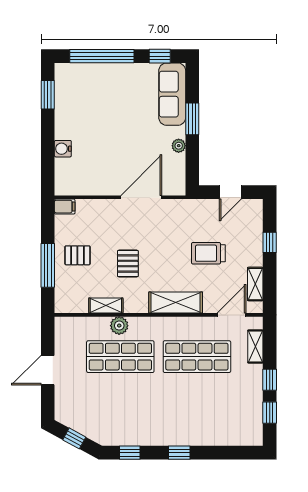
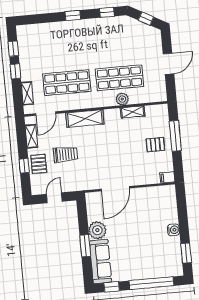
plant: (179, 146) -> (97, 230), width x1.87, depth x1.87
water cooler: (63, 149) -> (173, 230), moved
pallet: (128, 264) -> (39, 164), moved

